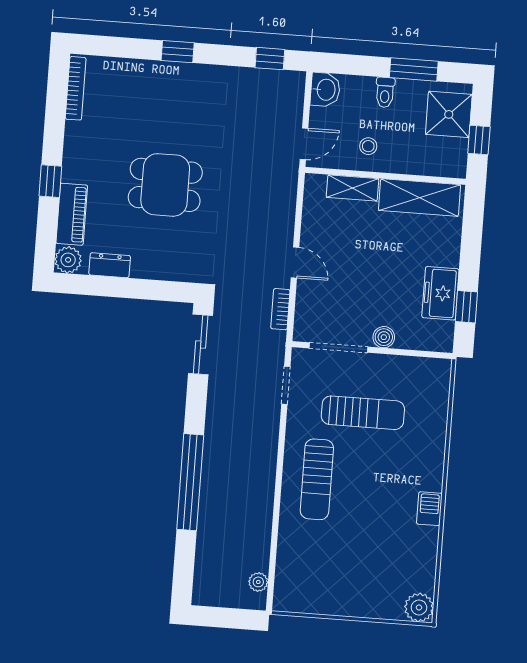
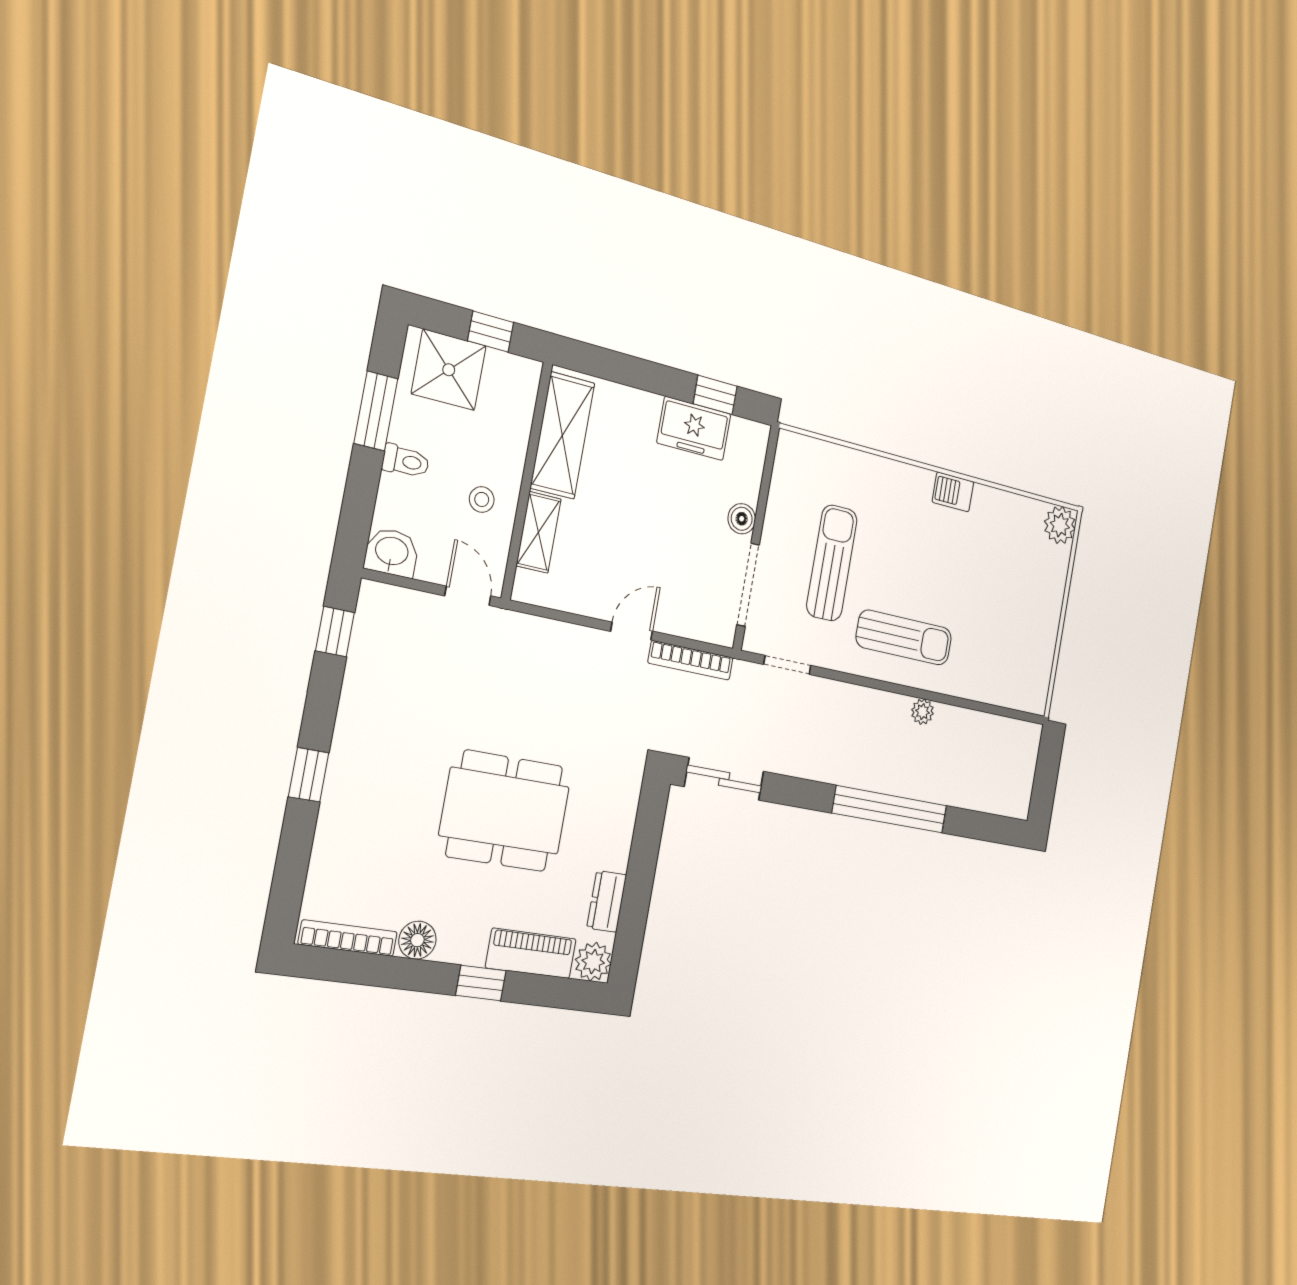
floor lamp: (77, 135) -> (417, 940), added
dining table: (165, 185) -> (505, 811), width x1.38
bookcase: (280, 309) -> (691, 660), width x1.56
plant: (258, 582) -> (923, 712), moved

